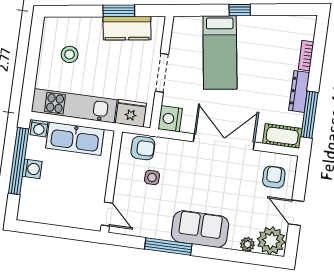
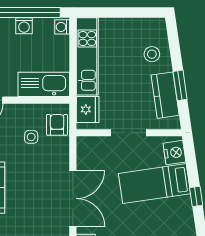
stool: (70, 54) -> (152, 54), moved
nightstand: (170, 119) -> (174, 153), moved, turned 82
kitchen sink: (75, 139) -> (44, 84), moved, turned 90
armchair: (143, 148) -> (57, 125), turned 180

